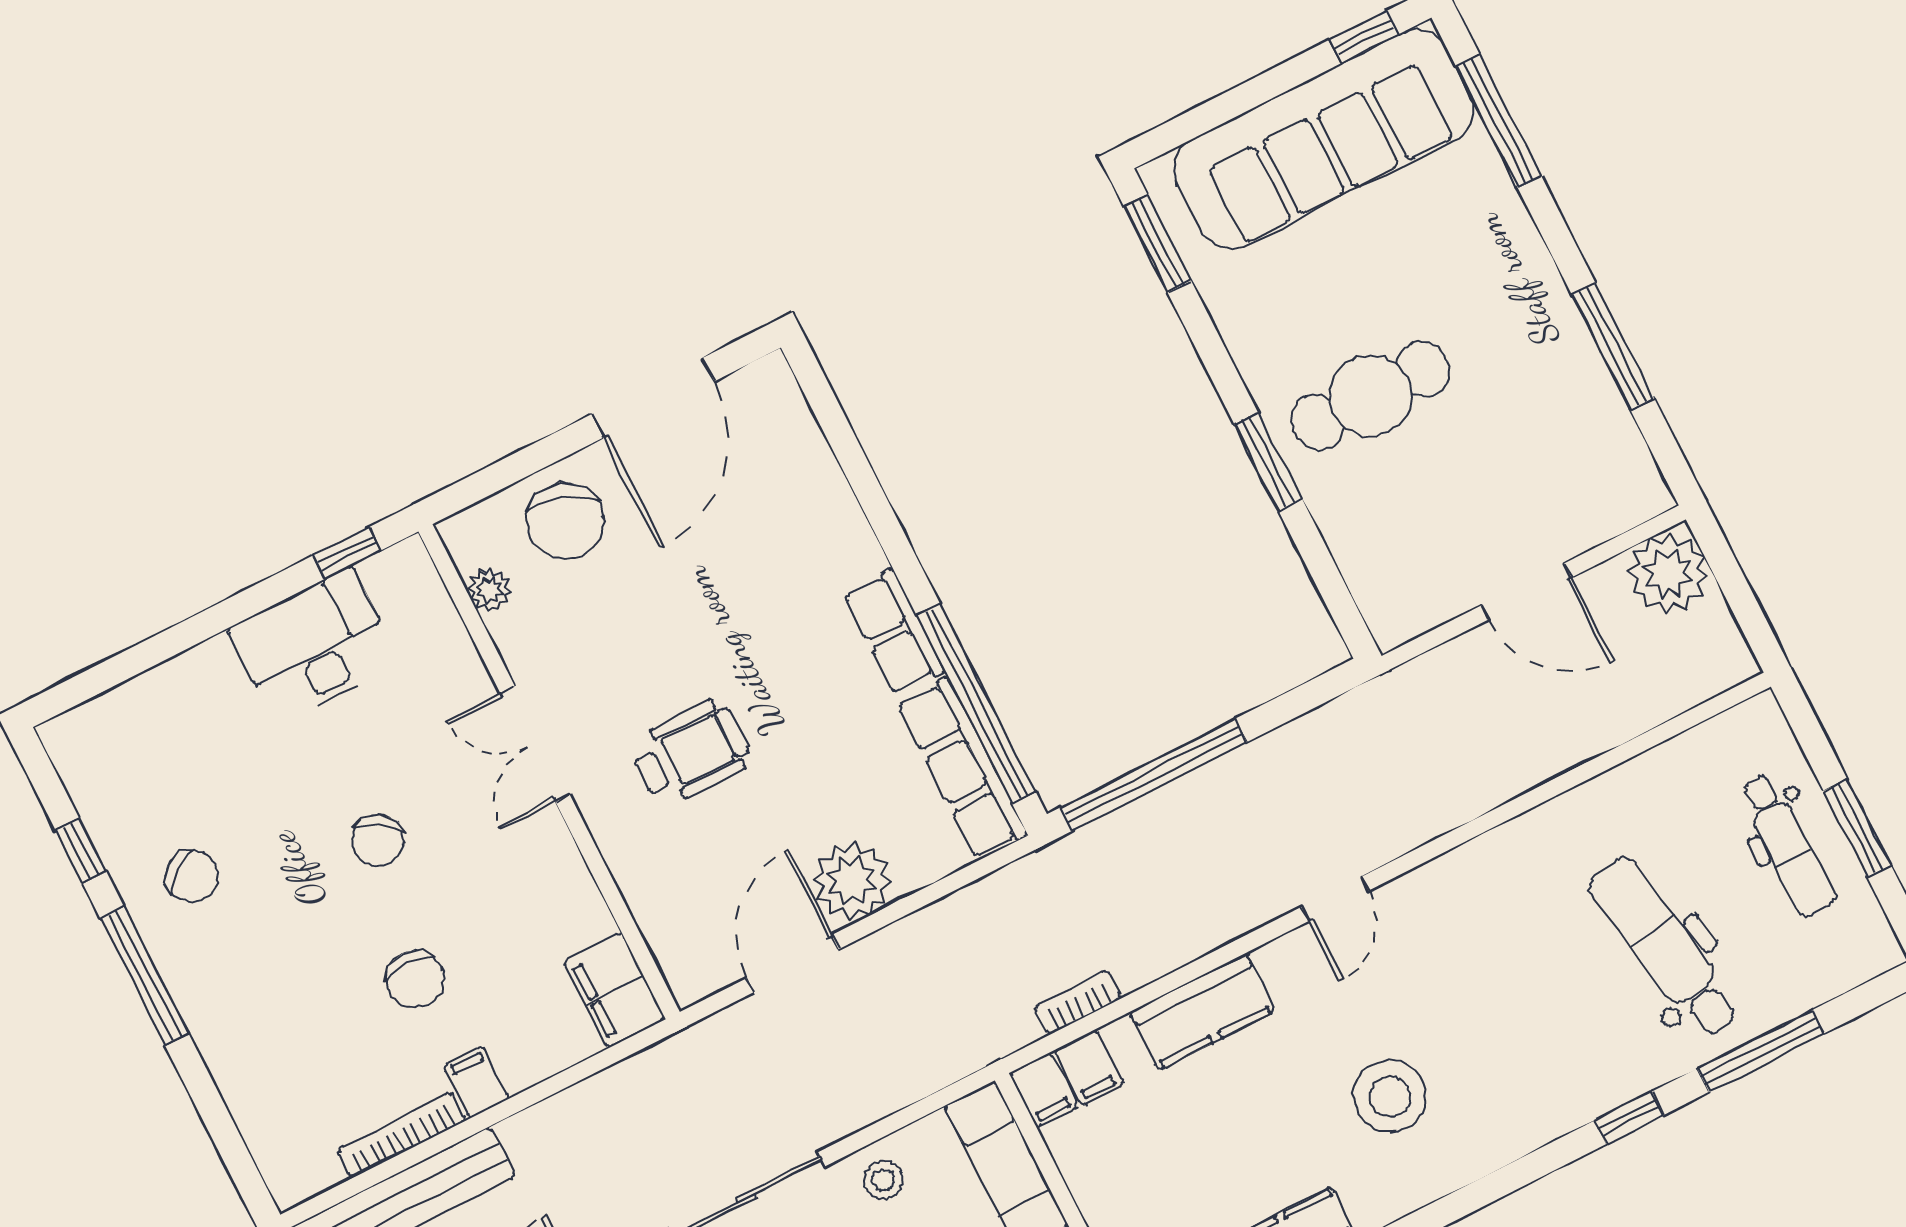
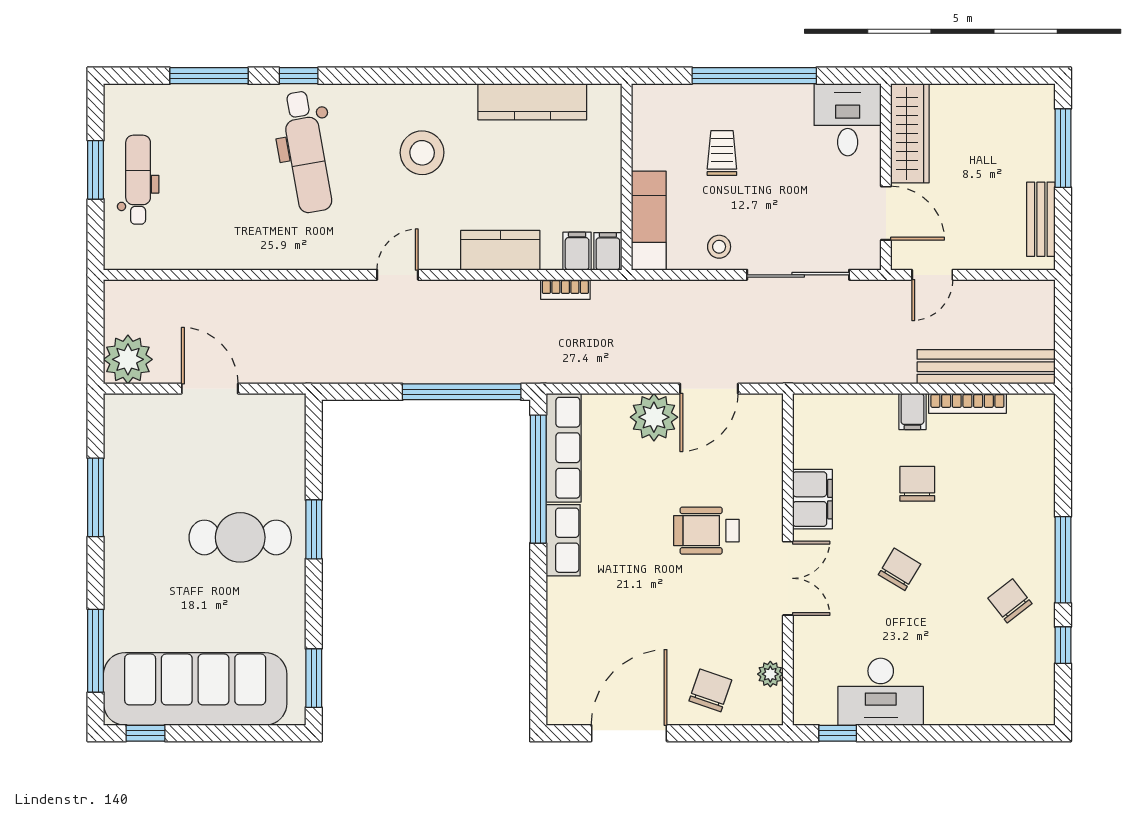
chair: (565, 521) -> (710, 690), width x0.73, depth x0.73
dental chair: (1665, 948) -> (306, 152), moved
filing cabinet: (615, 990) -> (812, 499), moved

